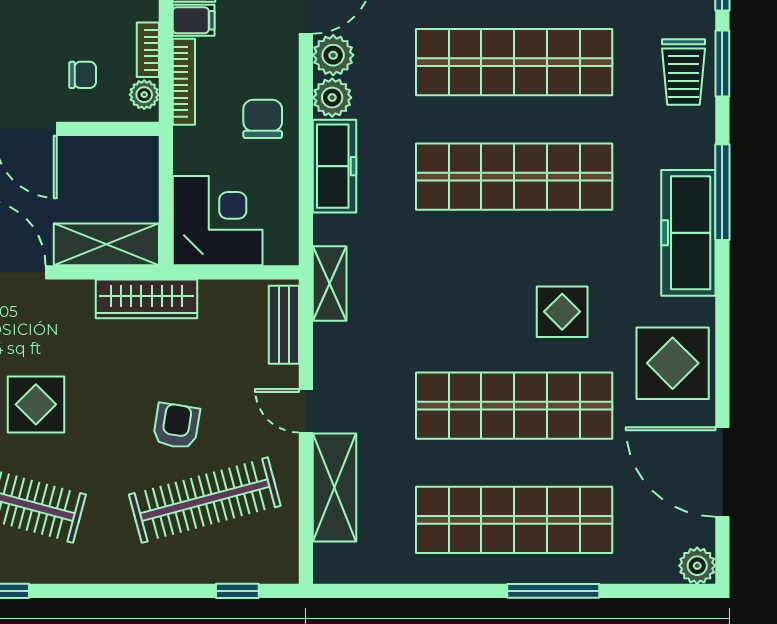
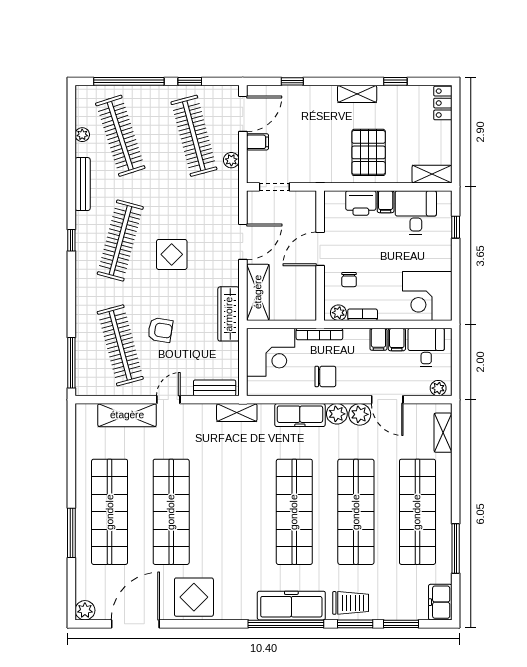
trolley: (684, 72) -> (351, 603), turned 180
bookcase: (184, 82) -> (319, 334), moved
window: (722, 192) -> (286, 624), width x1.46
freezer: (688, 233) -> (291, 606), moved
display table: (562, 312) -> (222, 538), removed
window: (237, 591) -> (71, 363), width x2.17

